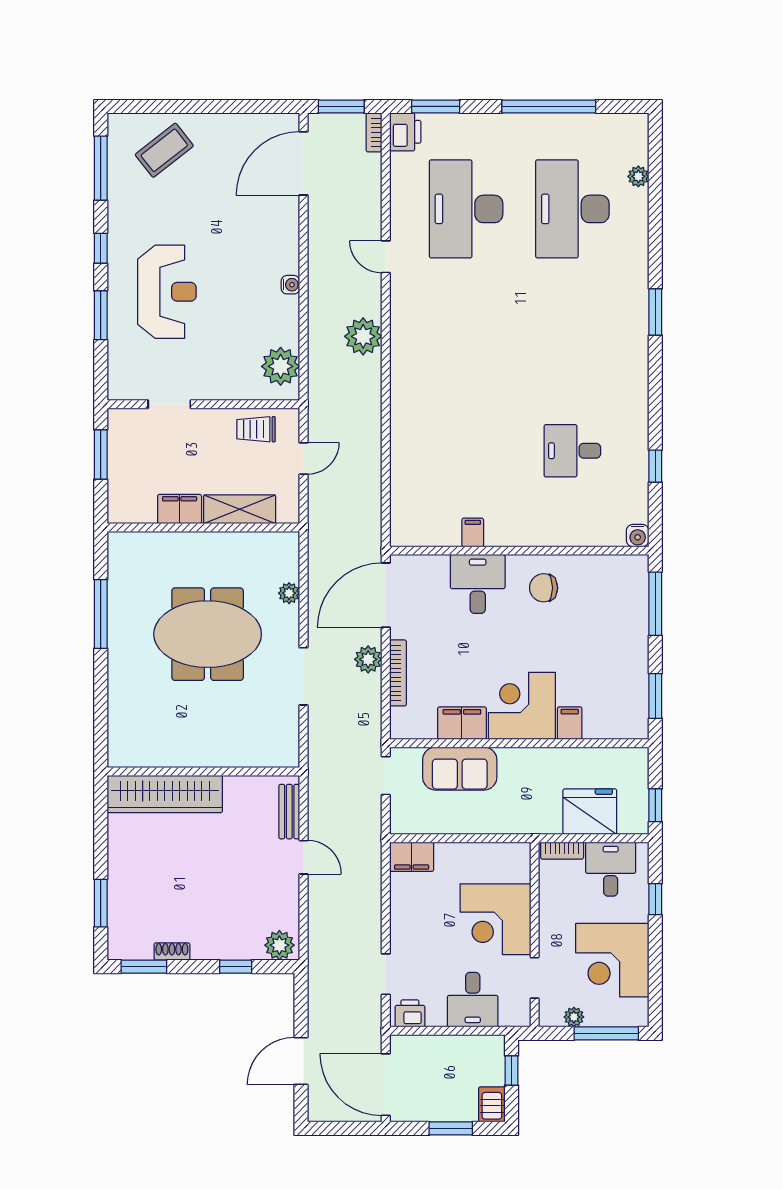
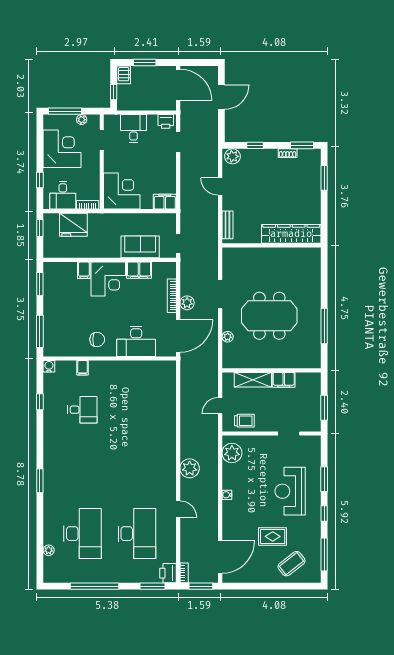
rug: (201, 203) -> (273, 536), added
filing cabinet: (473, 532) -> (82, 368), moved
desk: (478, 584) -> (136, 341), width x1.37
door: (304, 857) -> (220, 187), moved
corner desk: (495, 919) -> (122, 191), moved

